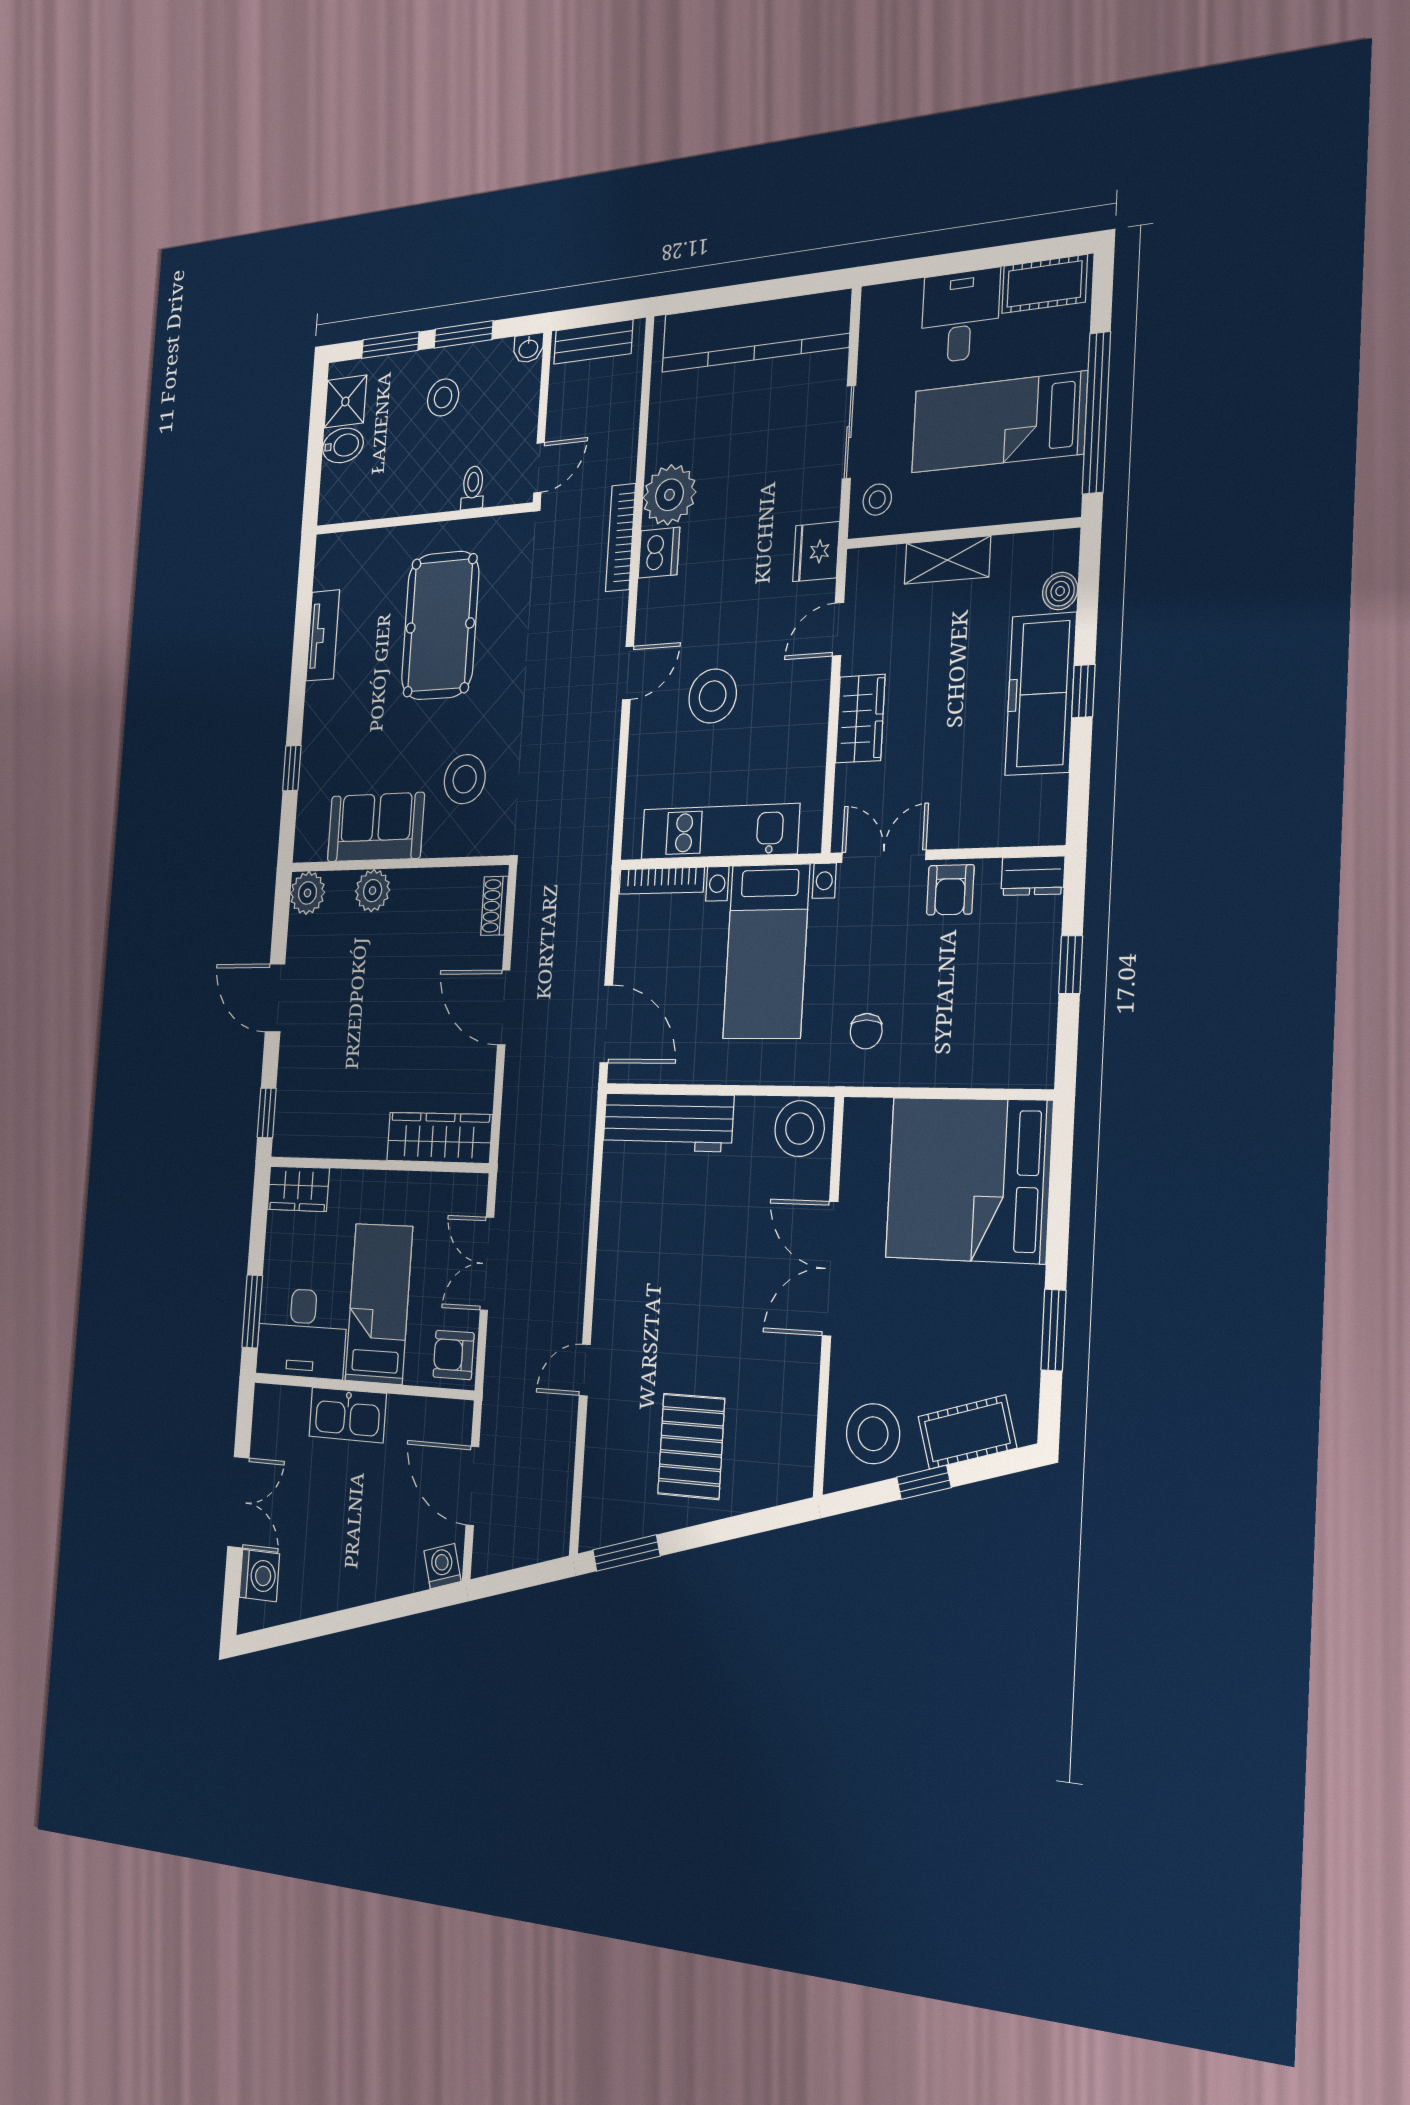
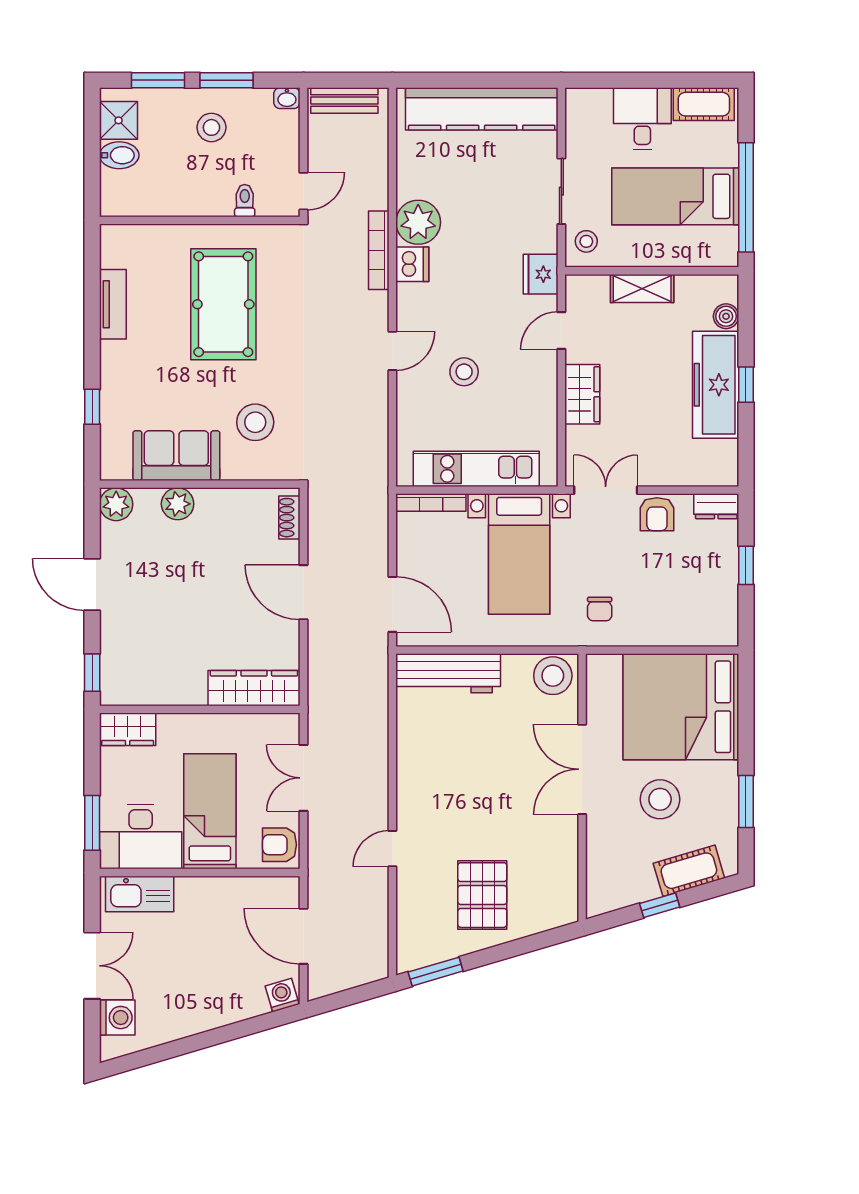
stool: (713, 696) -> (464, 372), width x0.73, depth x0.73
kitchen sink: (348, 1415) -> (140, 894), moved
stool: (873, 1434) -> (660, 799), moved

